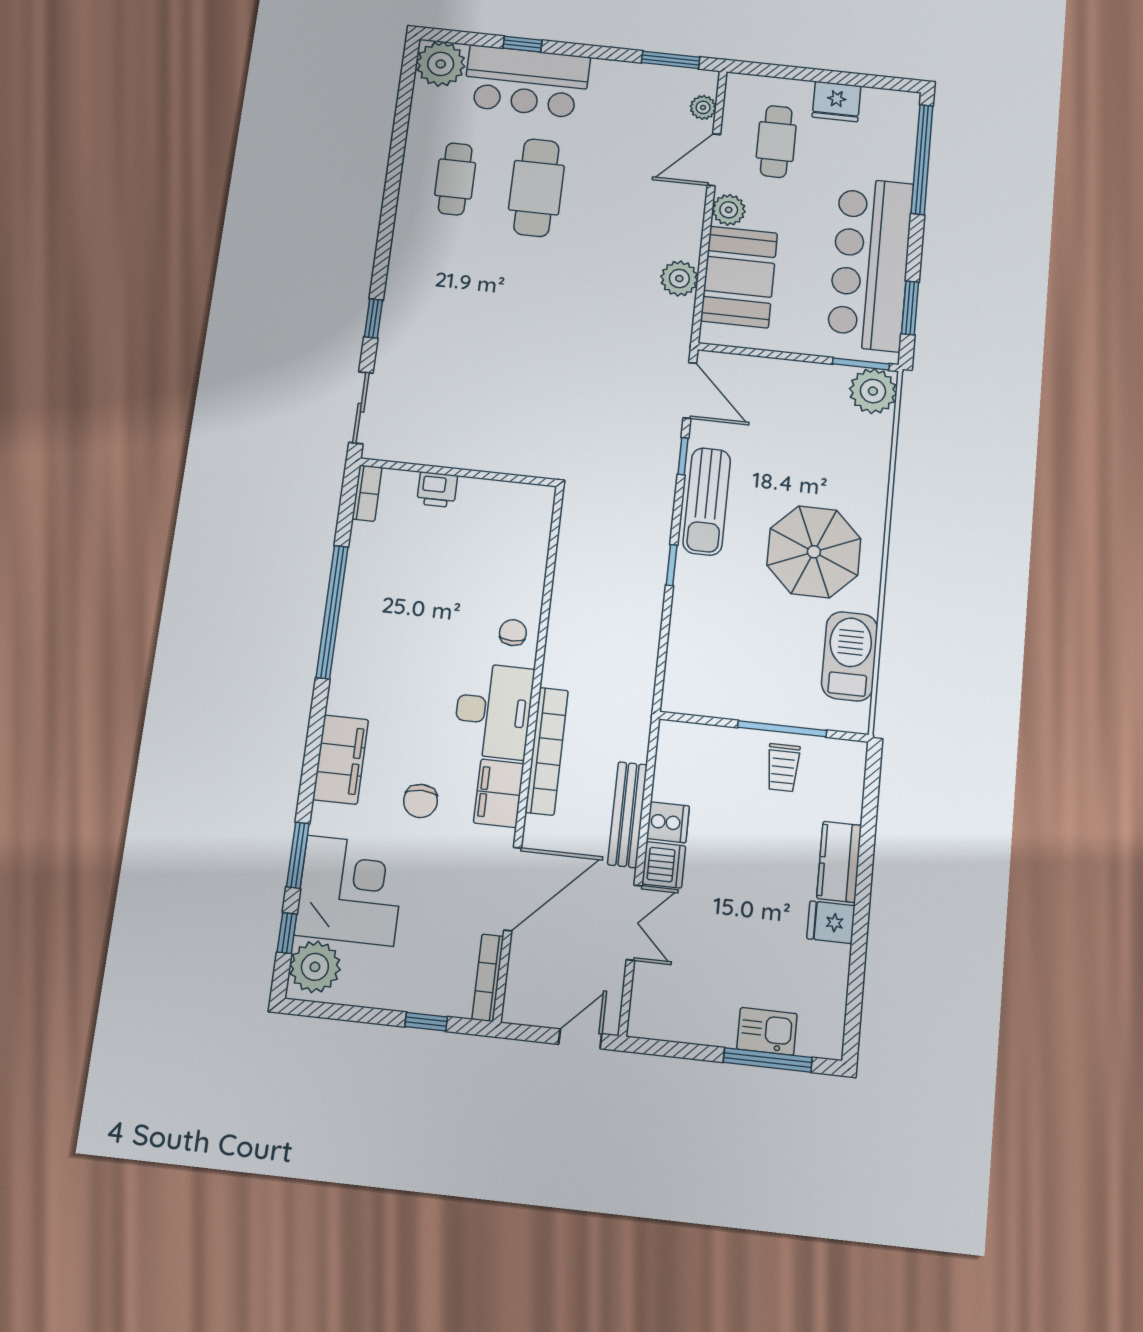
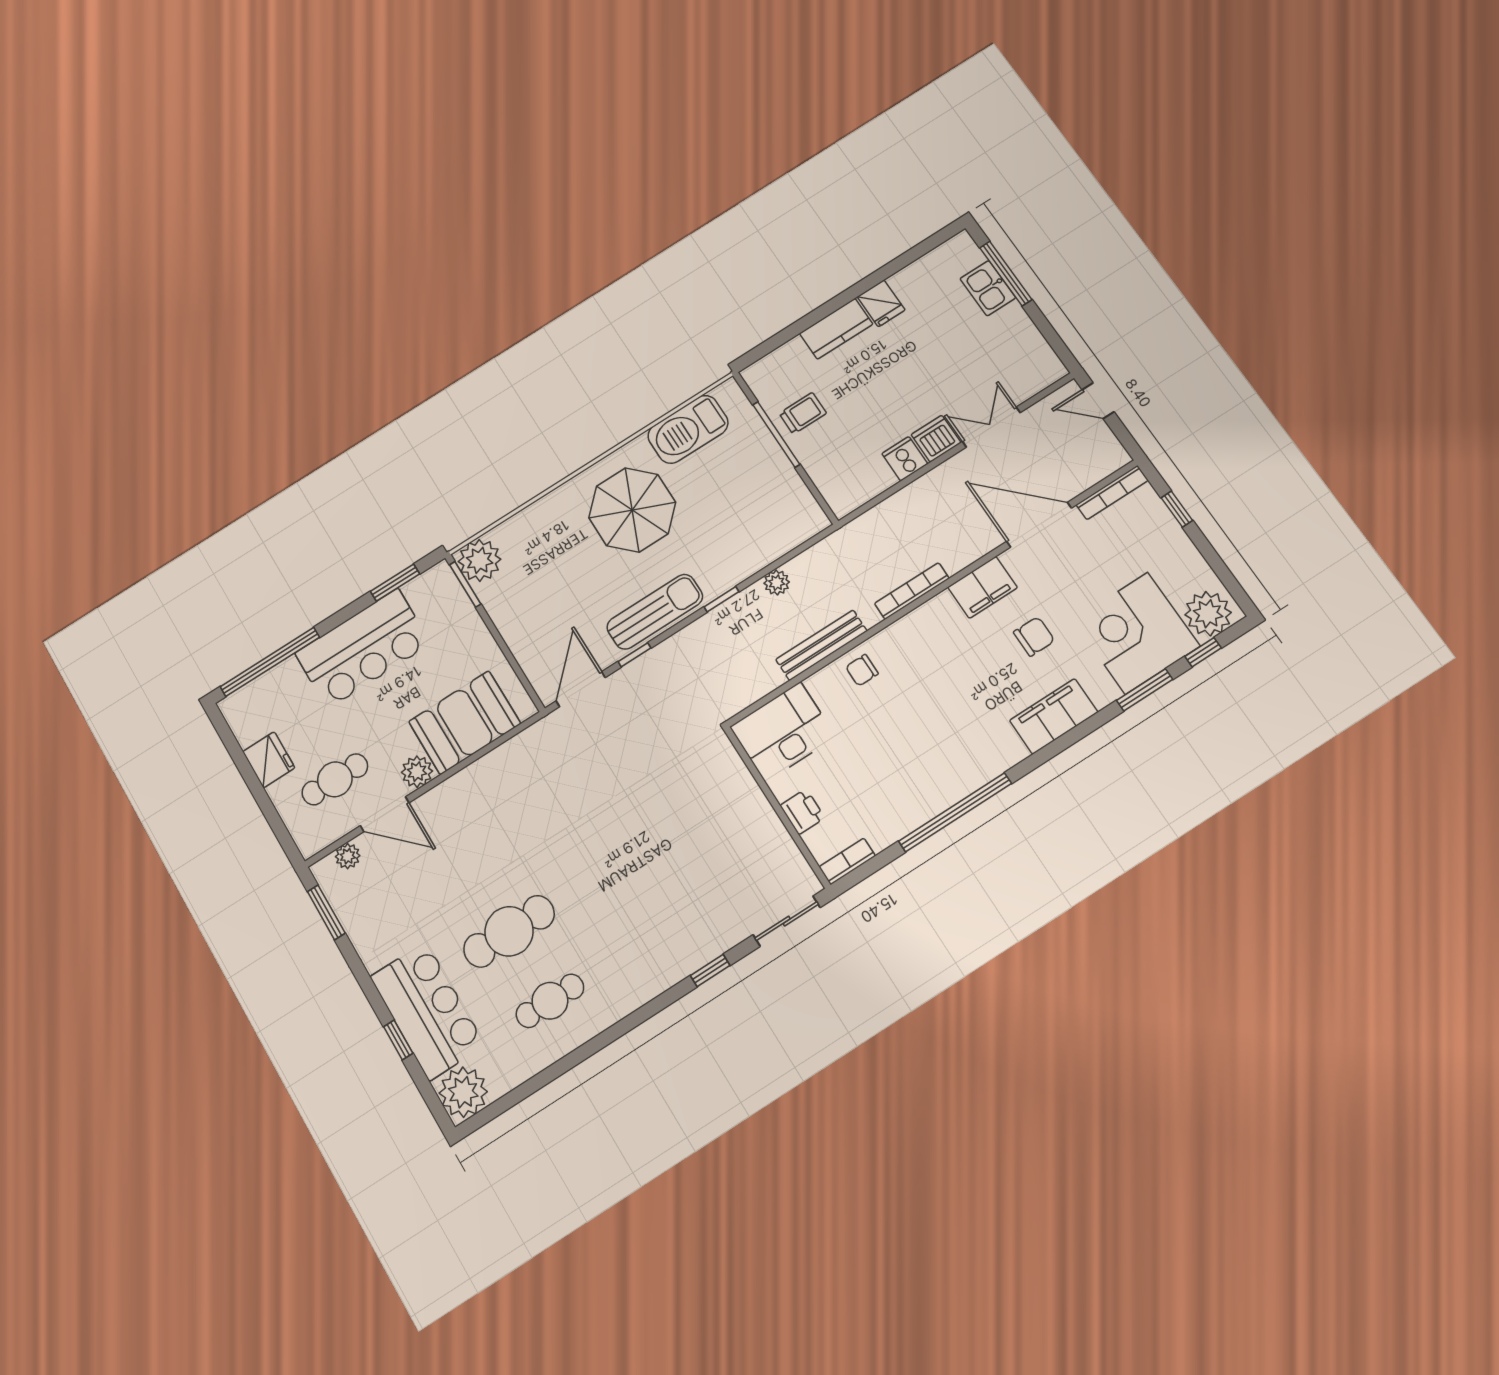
bar counter: (870, 264) -> (363, 648), width x0.73
plant: (679, 279) -> (777, 583), moved, width x0.73, depth x0.73
desk: (493, 711) -> (783, 732), moved
bookcase: (547, 751) -> (912, 591), width x0.68, depth x0.76
bench: (628, 815) -> (821, 645), moved

